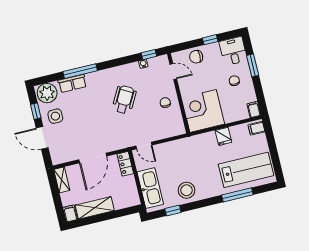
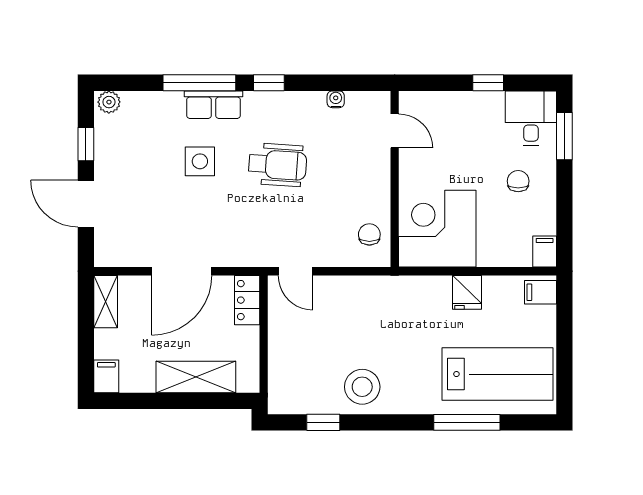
window: (149, 55) -> (269, 83), moved
chair: (196, 57) -> (450, 111), removed
window: (253, 65) -> (564, 136), moved
row of seats: (72, 83) -> (214, 105), moved
plant: (47, 93) -> (109, 102), width x0.53, depth x0.53
wheelchair: (124, 100) -> (278, 165), turned 65
chair: (165, 103) -> (369, 234), moved
side table: (55, 116) -> (200, 161), moved
kitchen sink: (150, 188) -> (287, 364), removed
shelving: (95, 208) -> (196, 377), moved

